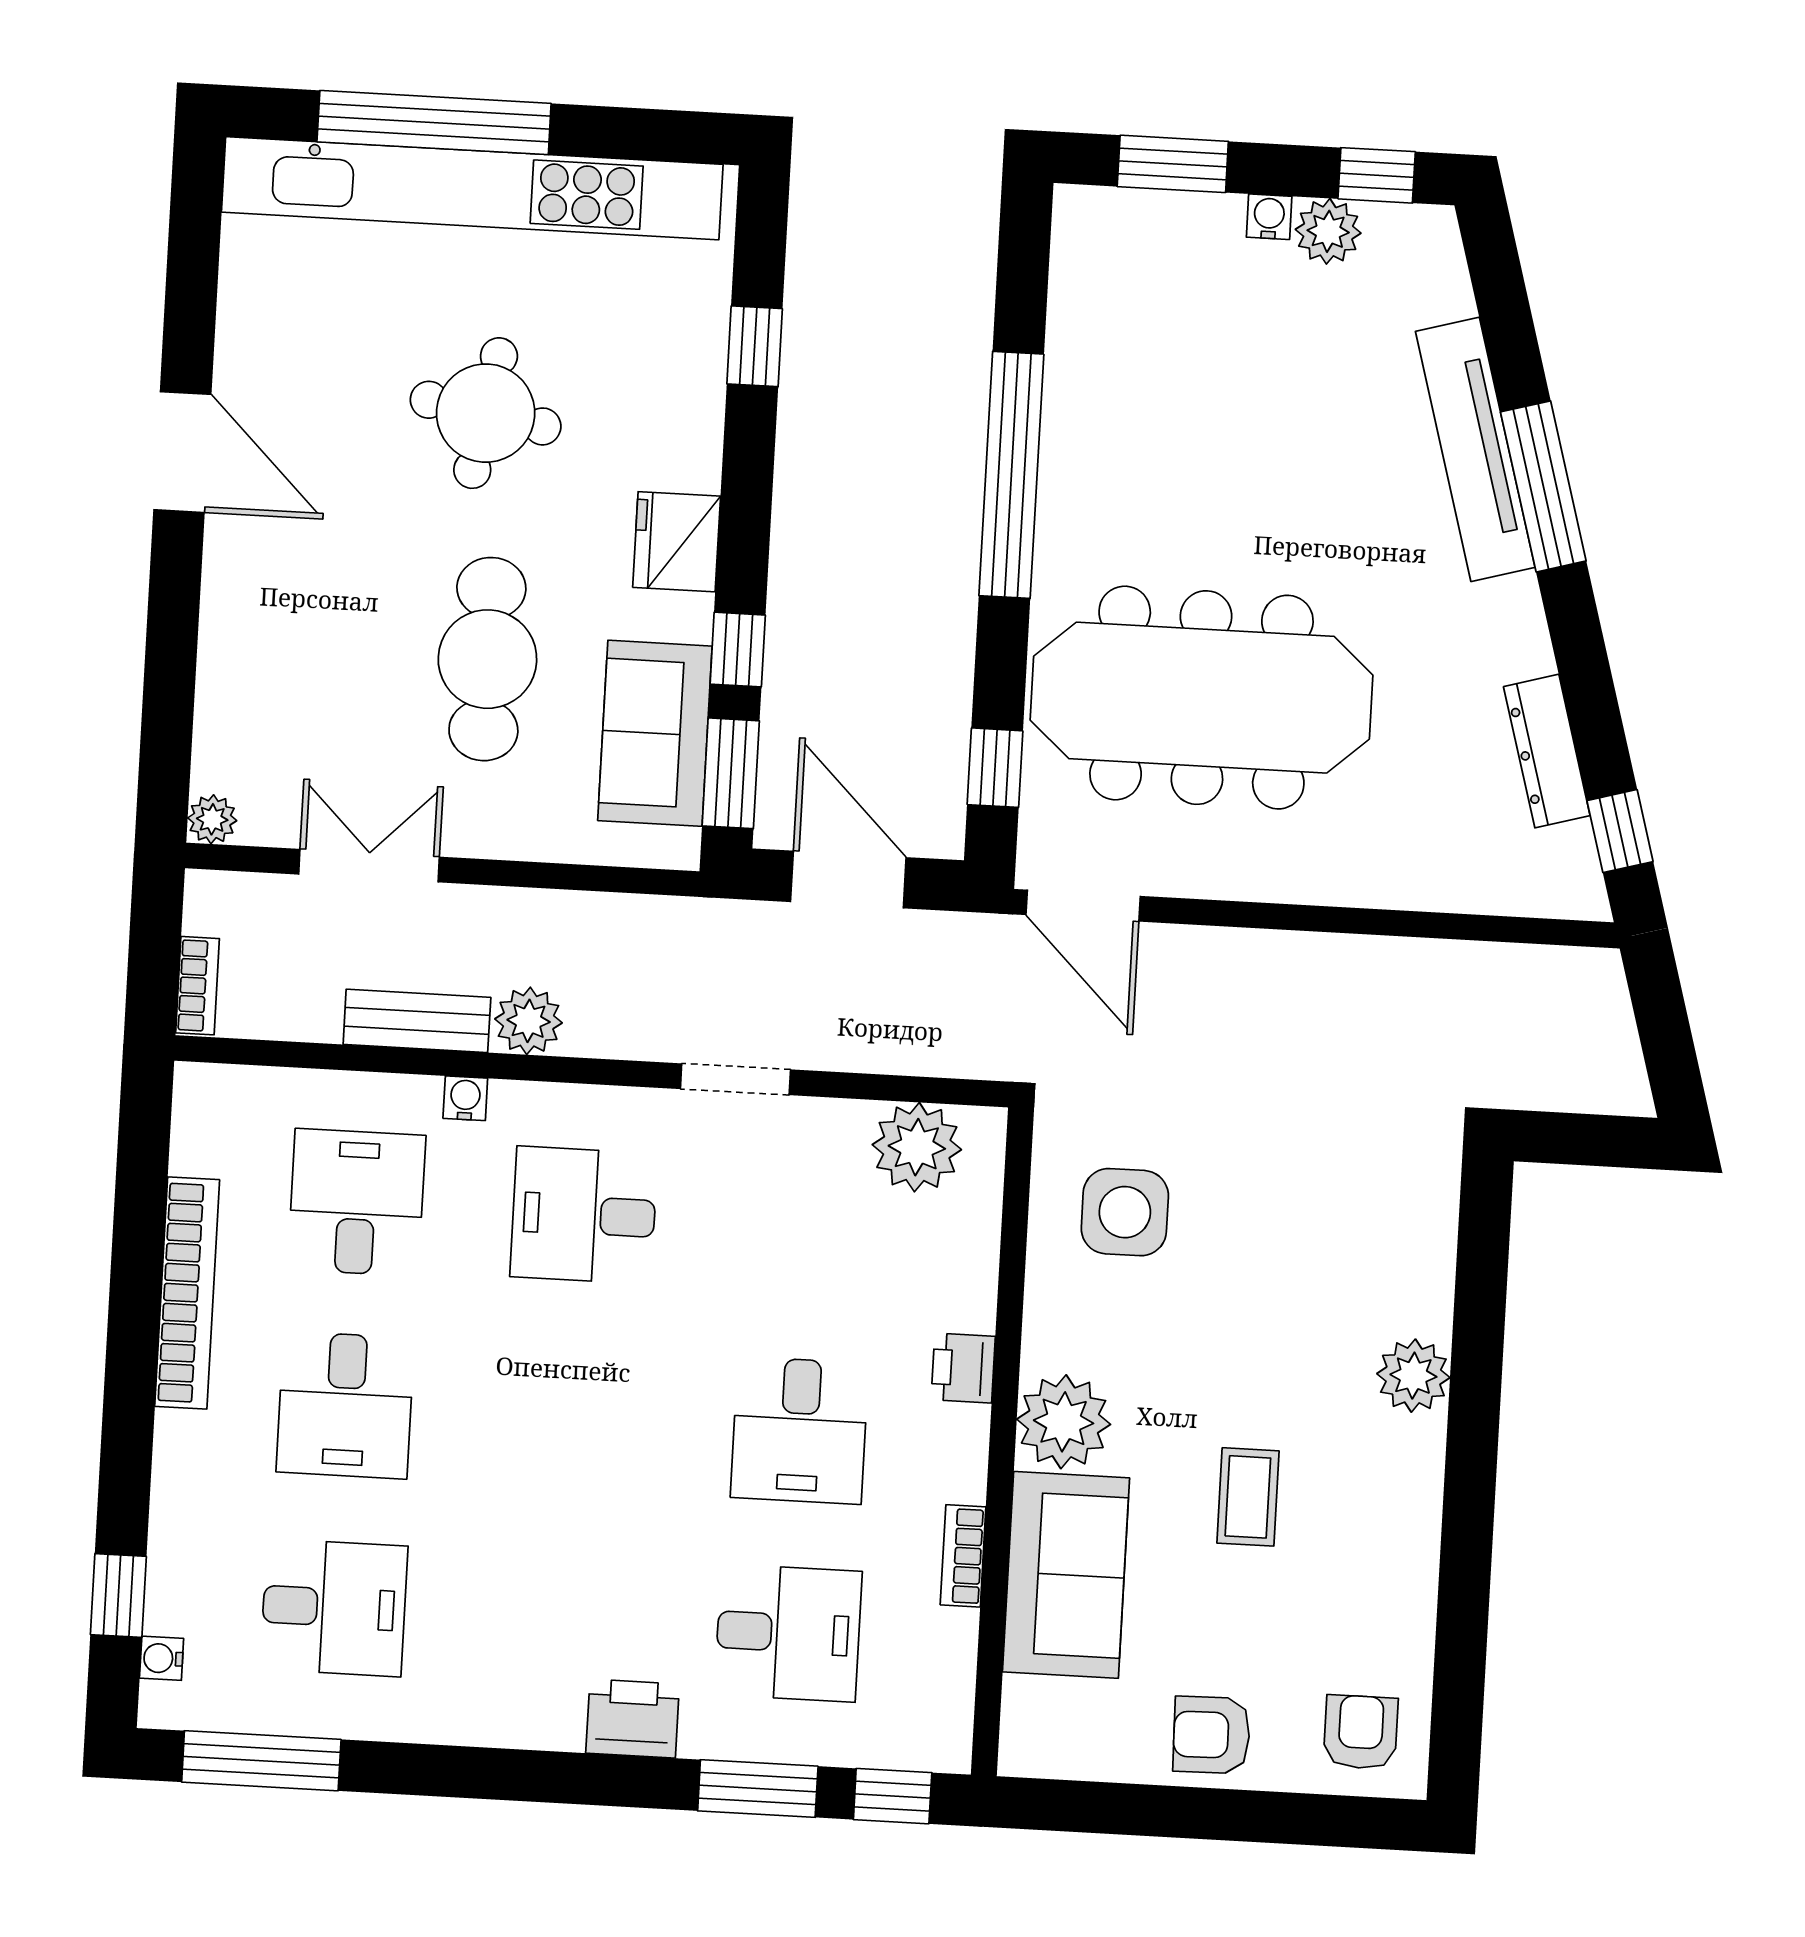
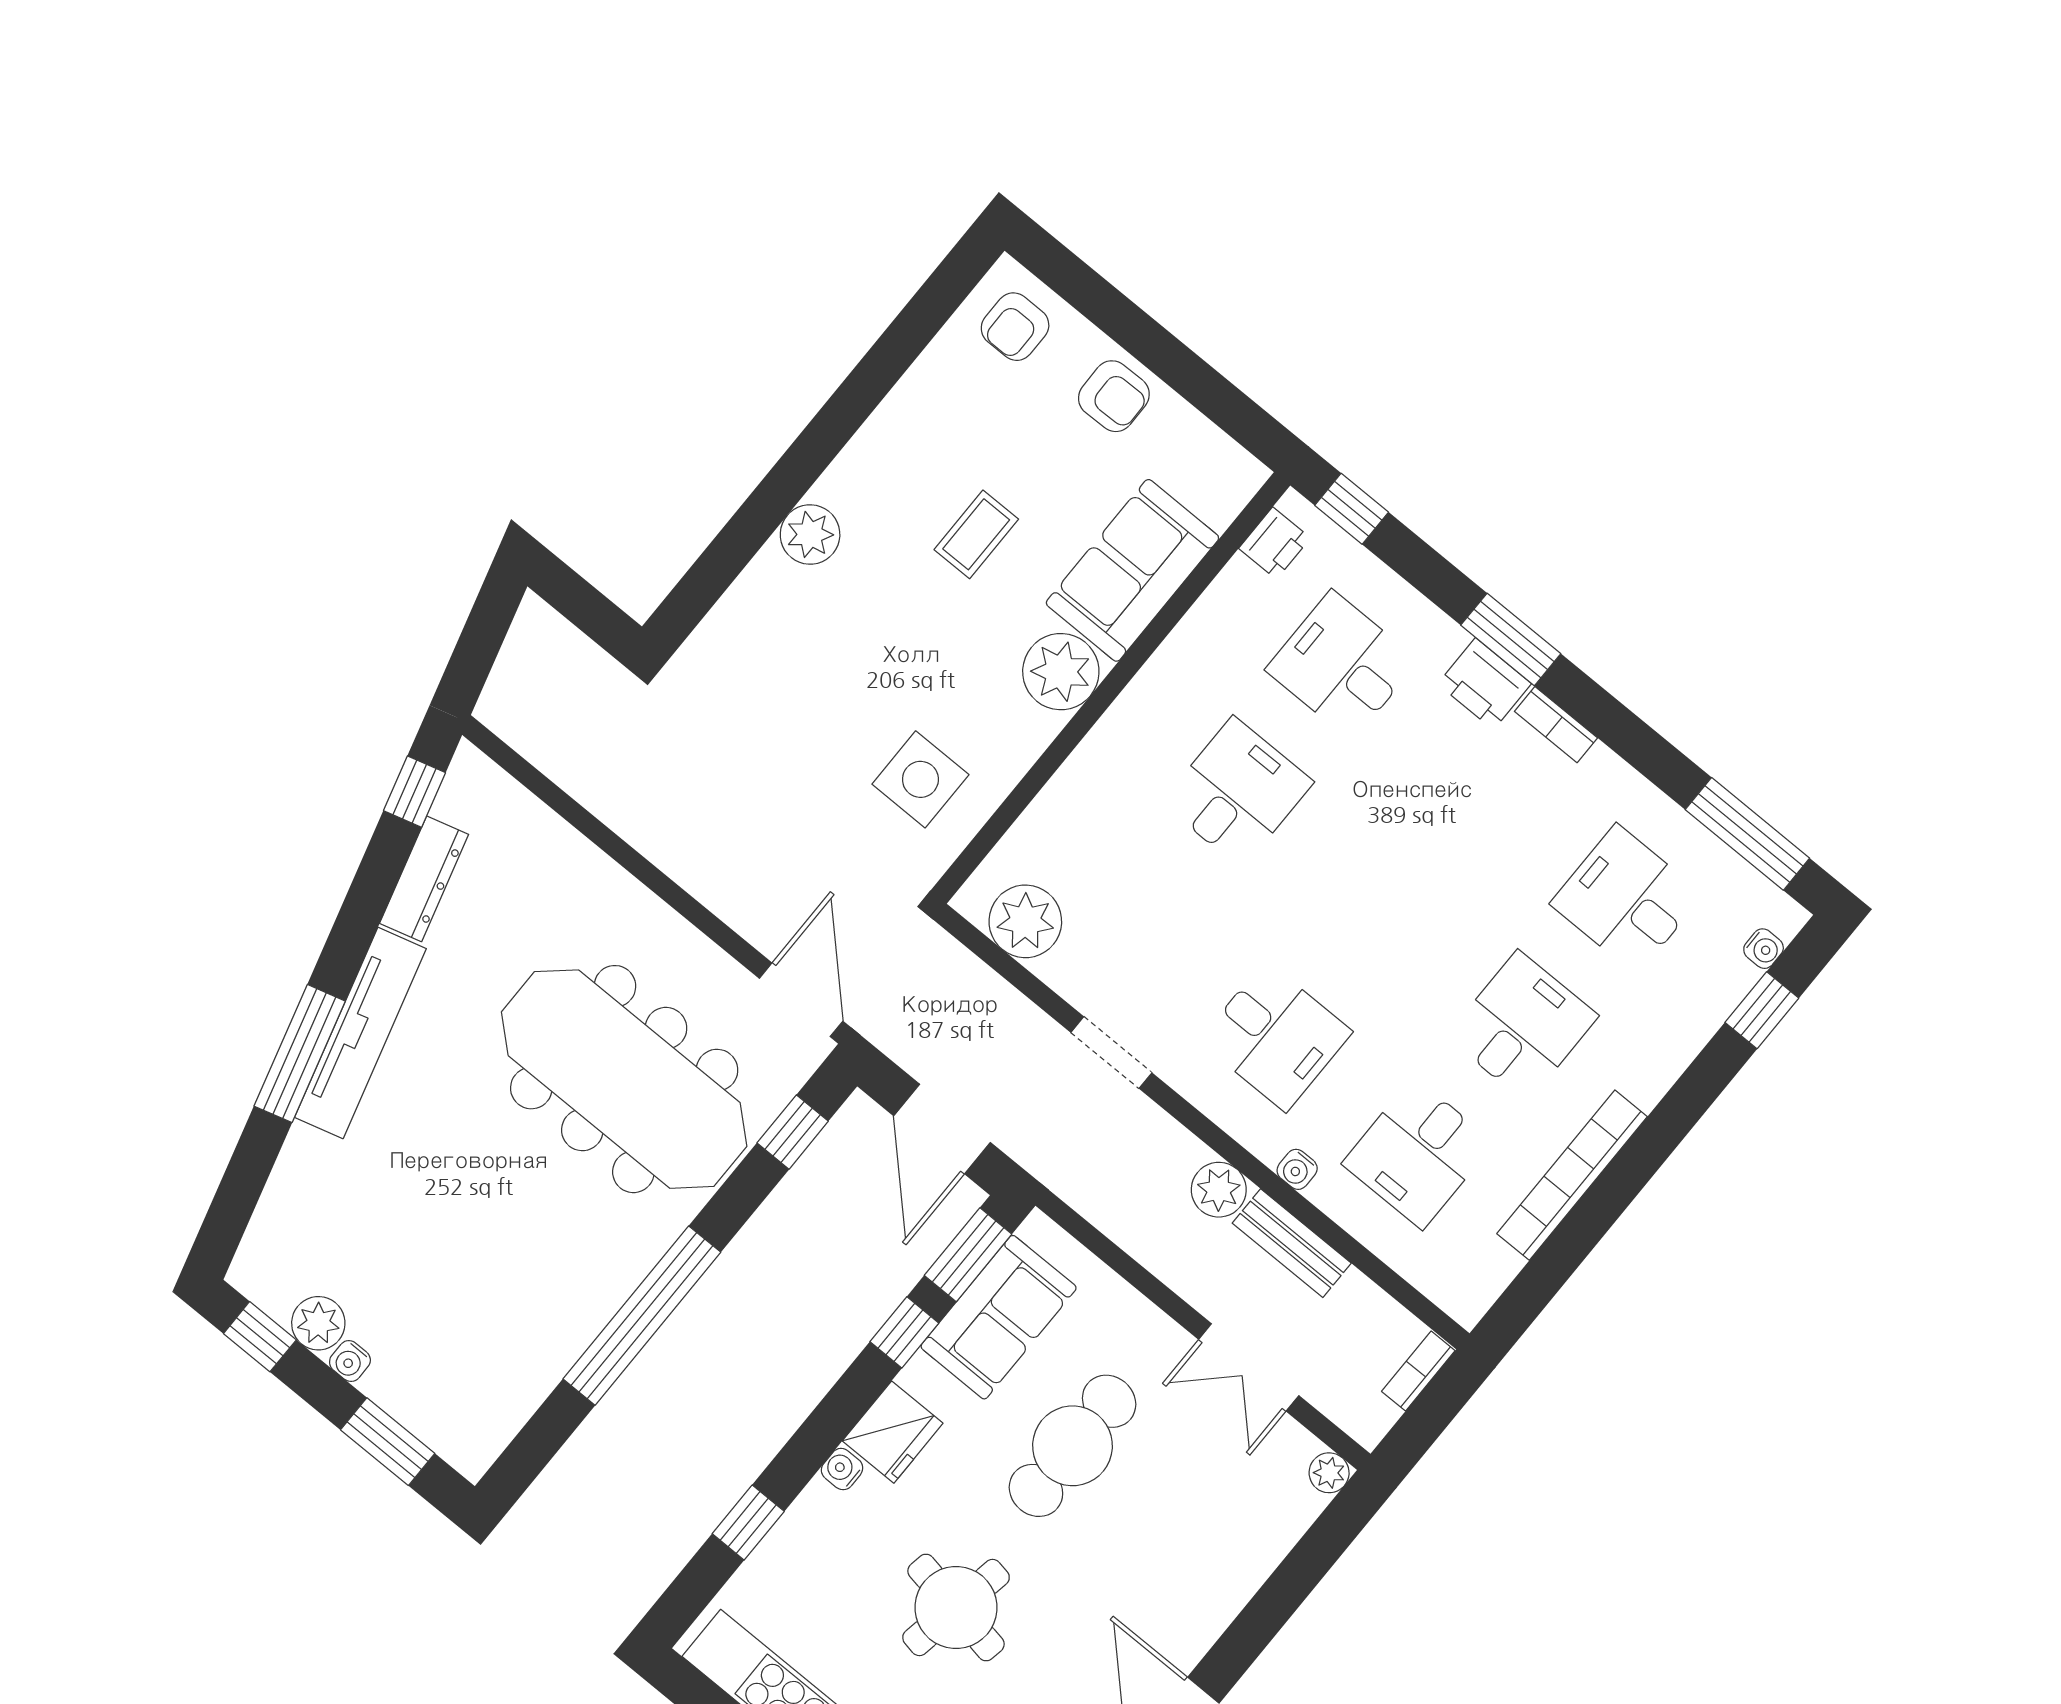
tv unit: (1475, 449) -> (360, 1033), moved
water cooler: (700, 468) -> (842, 1469), added
printer: (963, 1368) -> (1275, 543), moved
bookcase: (963, 1556) -> (1556, 725), moved, turned 90
window: (758, 1789) -> (1511, 639), moved

